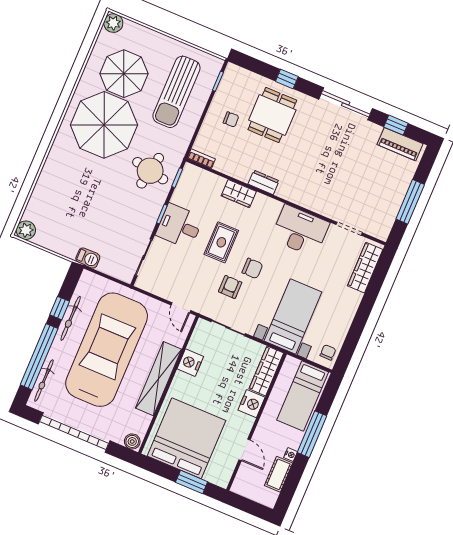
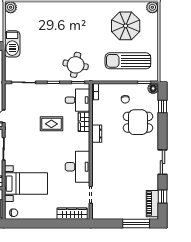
floor lamp: (232, 72) -> (153, 88), added
window: (287, 79) -> (162, 107), moved
sliding door: (346, 104) -> (162, 162), width x0.73
parasol: (104, 125) -> (91, 27), removed
window: (410, 202) -> (136, 224), moved
desk: (179, 226) -> (78, 100), moved, turned 90
barbecue: (88, 258) -> (12, 44), width x1.88, depth x1.53
chair: (252, 268) -> (44, 148), removed
armchair: (230, 287) -> (28, 140), removed

